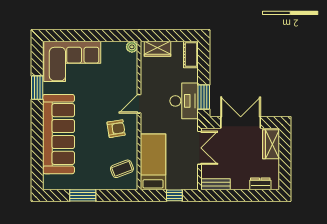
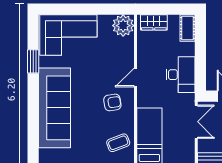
plant: (132, 47) -> (123, 26), width x1.87, depth x1.87
window: (204, 97) -> (200, 71), removed

